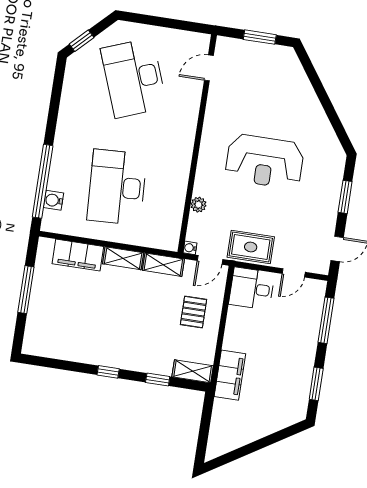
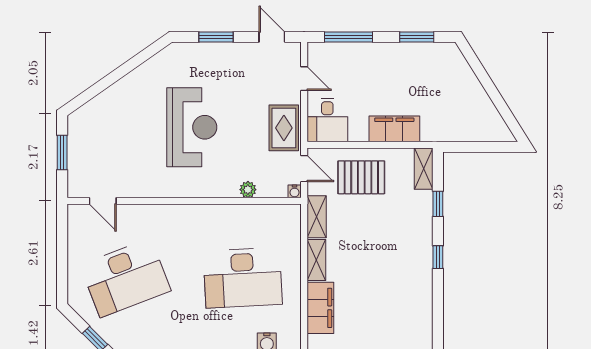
pallet: (194, 312) -> (361, 177), width x1.50, depth x1.42
filing cabinet: (230, 375) -> (394, 129), moved

